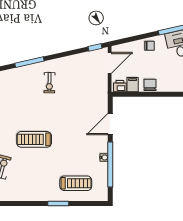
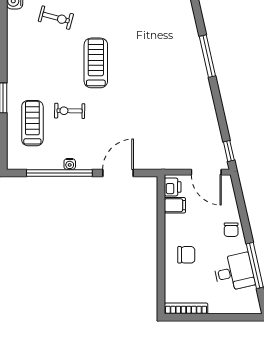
exercise bike: (49, 83) -> (70, 111), moved
chair: (150, 85) -> (186, 255), moved
door: (110, 124) -> (118, 173), hinge flipped
treadmill: (76, 183) -> (32, 123), turned 180

